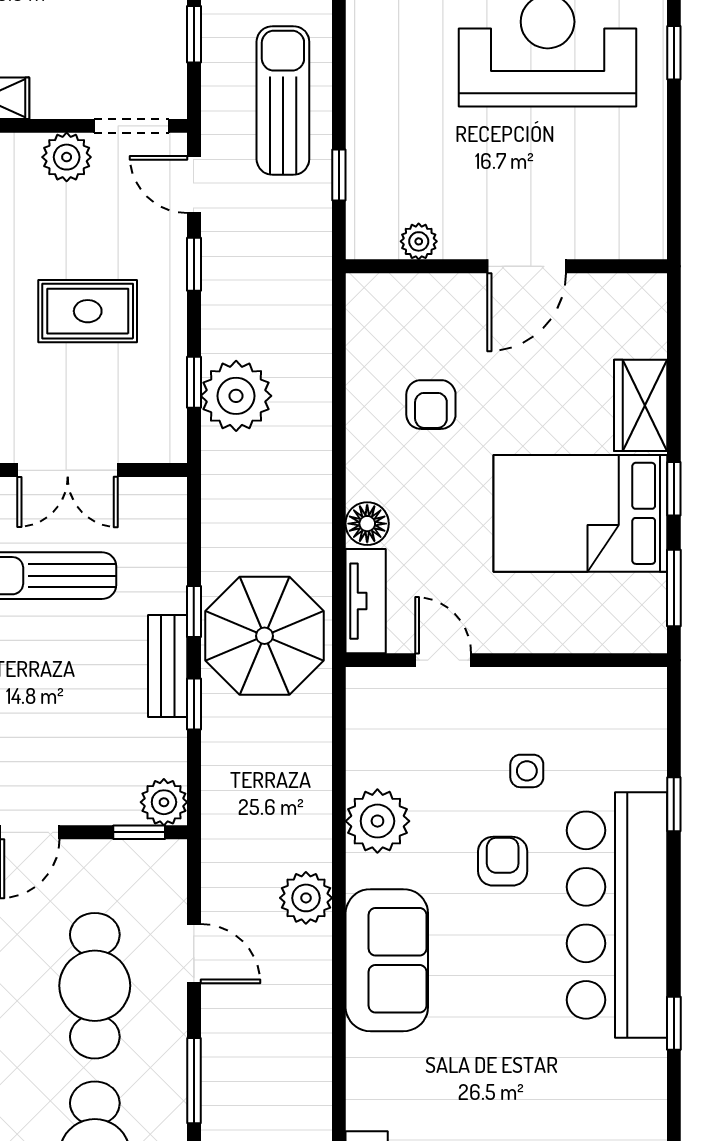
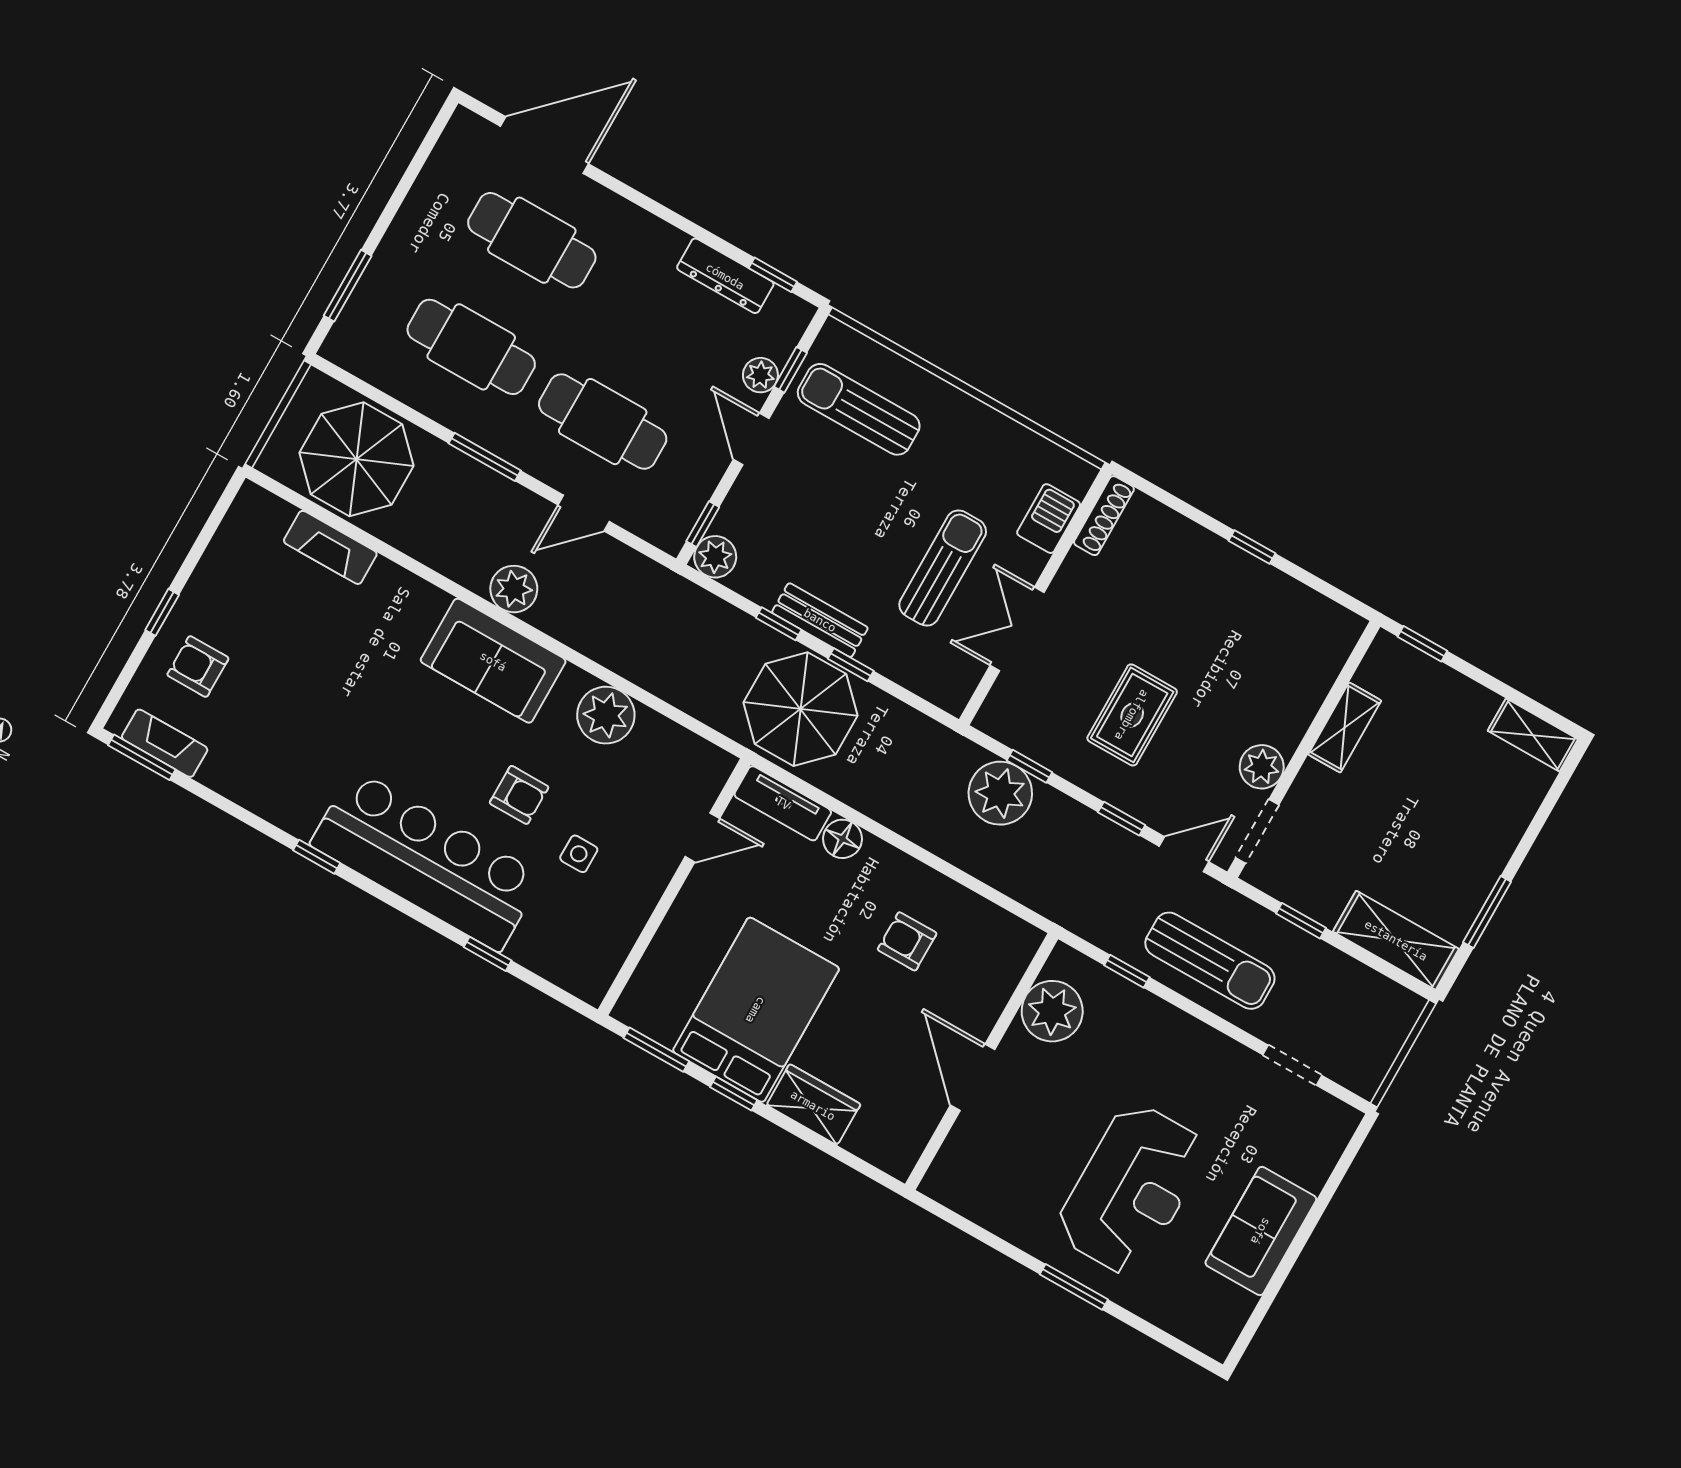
window: (674, 53) -> (1074, 1287), width x1.50
plant: (419, 241) -> (1052, 1011), width x1.88, depth x1.88
plant: (306, 898) -> (514, 589), moved

